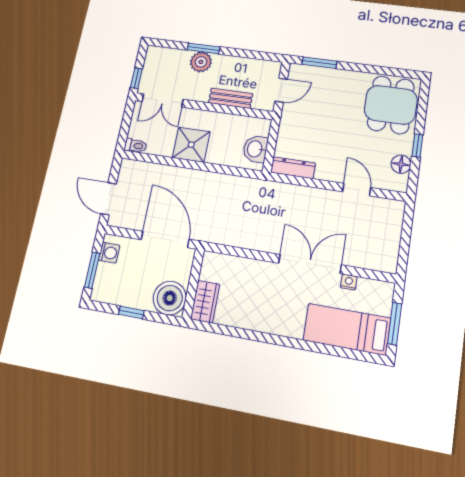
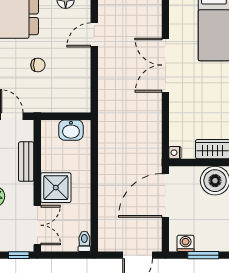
chair: (332, 124) -> (38, 65), added
shower: (191, 145) -> (56, 188), moved
dresser: (293, 168) -> (83, 93), removed
nightstand: (349, 282) -> (175, 153), moved

